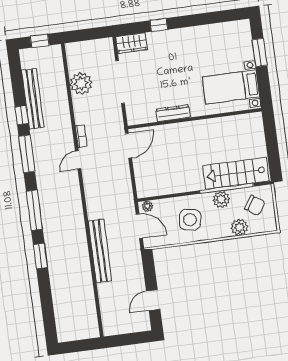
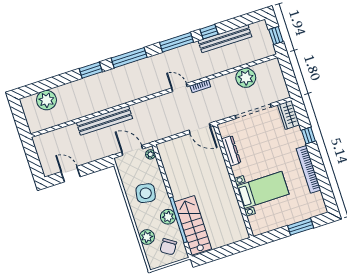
bookcase: (197, 32) -> (308, 169), added
bed with nightstands: (231, 87) -> (263, 190), moved, turned 90
dresser: (173, 113) -> (231, 151), moved
door: (139, 226) -> (132, 150), swing flipped
plant: (65, 312) -> (46, 100), added

